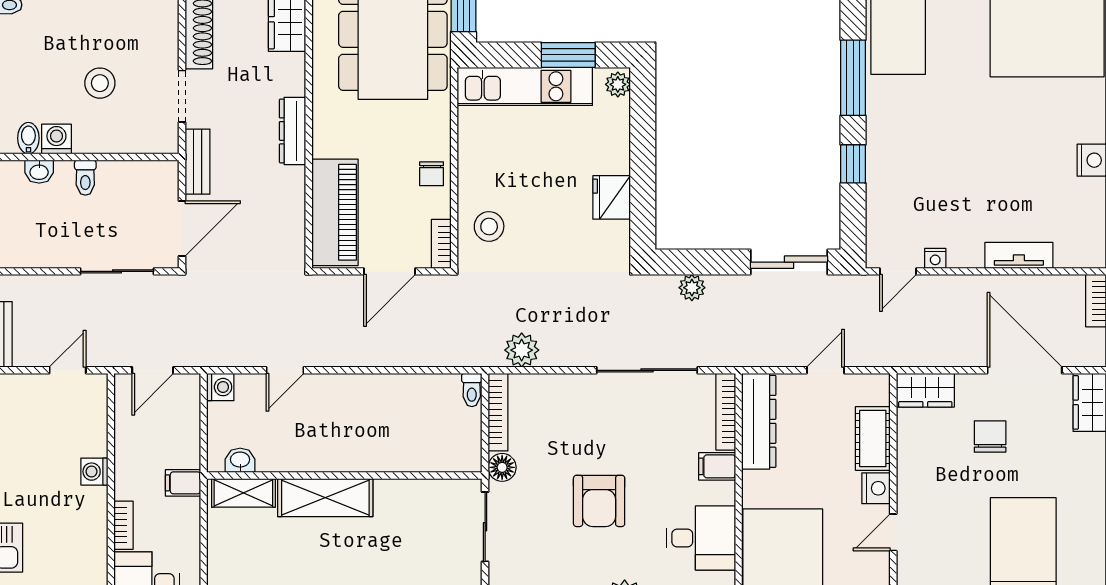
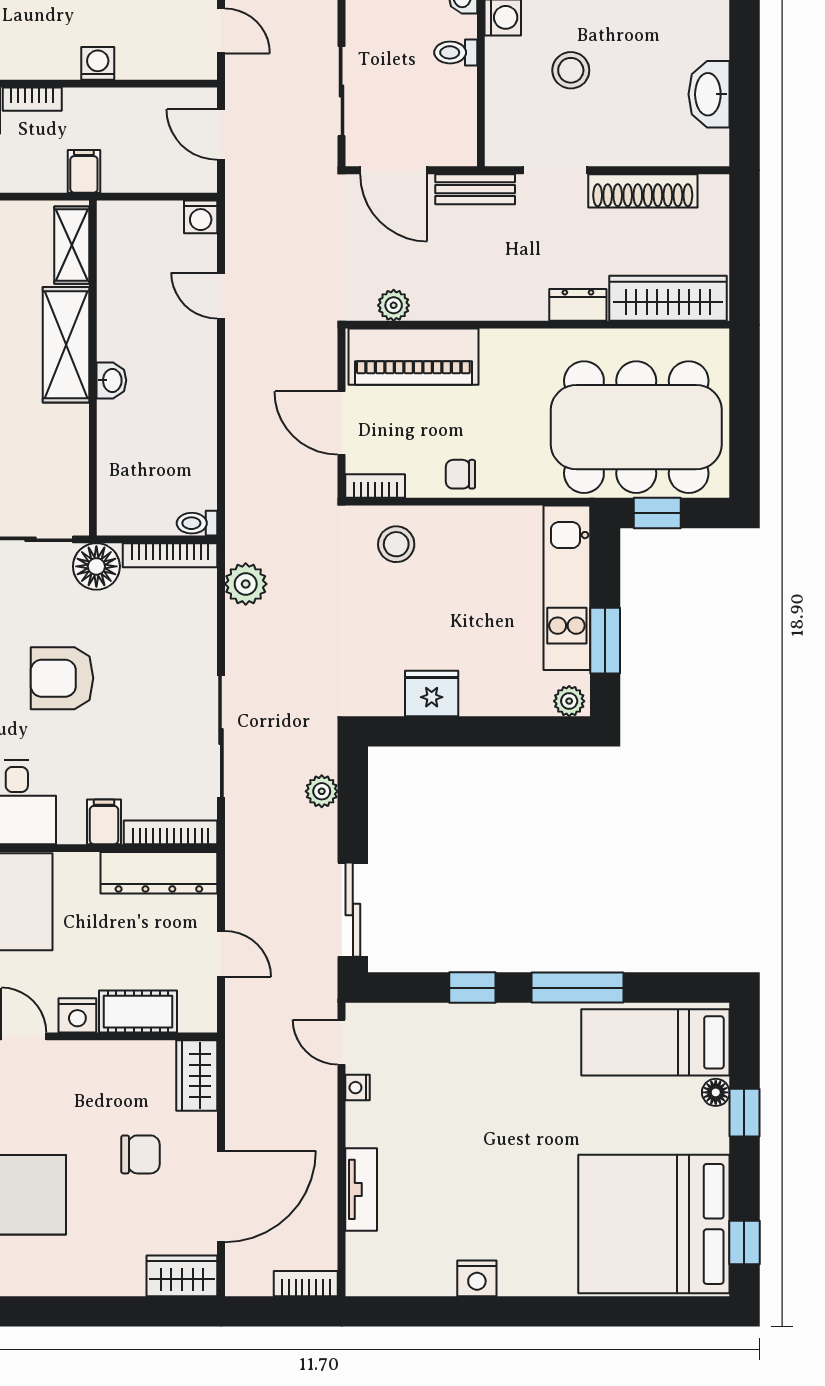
dresser: (293, 131) -> (578, 305), moved, width x0.70
plant: (293, 229) -> (394, 305), added
washbasin: (240, 460) -> (111, 380), moved
floor lamp: (502, 467) -> (96, 566), width x1.38, depth x1.38

